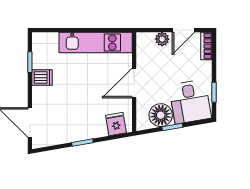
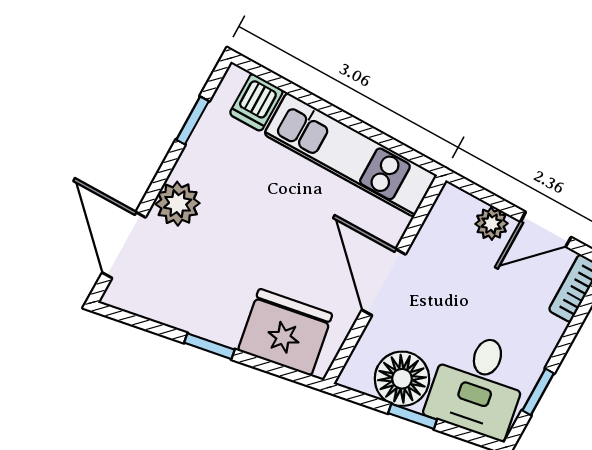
dishwasher: (42, 78) -> (256, 102), moved, turned 90
door: (134, 83) -> (384, 282), hinge flipped
plant: (41, 96) -> (178, 204), added
fridge: (116, 124) -> (285, 332), width x1.88, depth x1.34

